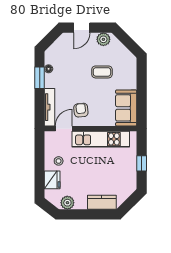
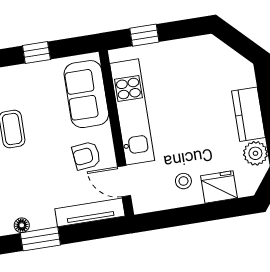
window: (142, 92) -> (36, 52), added
sofa: (126, 108) -> (86, 94), moved, turned 90
window: (142, 163) -> (144, 35), moved
kitchen counter: (102, 202) -> (249, 114), moved

